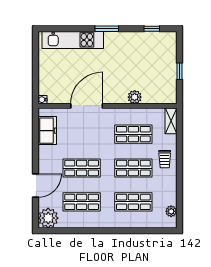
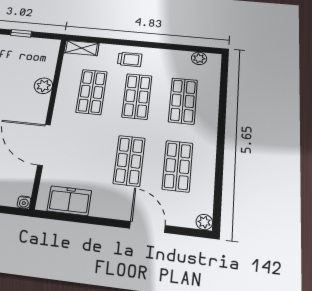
plant: (48, 218) -> (204, 222), width x0.53, depth x0.53

